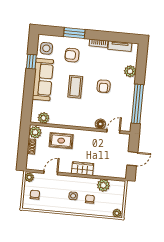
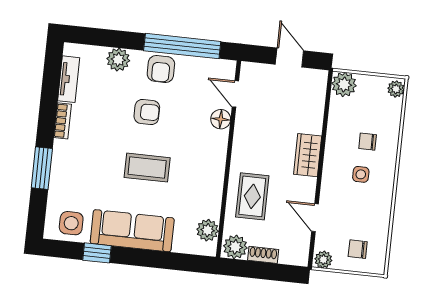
armchair: (72, 55) -> (161, 69), moved
plant: (103, 185) -> (344, 85), moved

